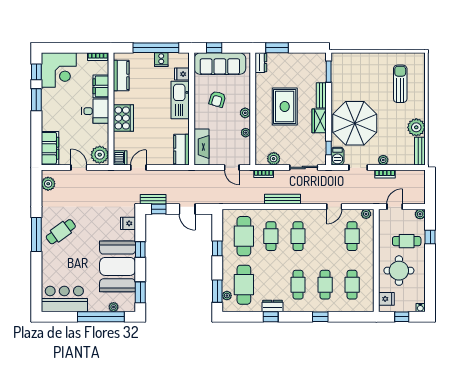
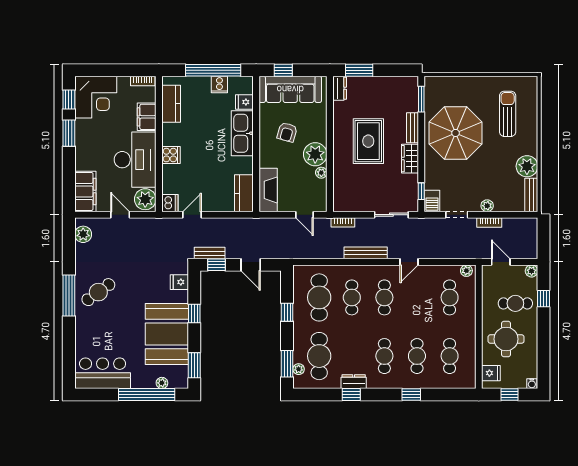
desk: (95, 111) -> (135, 160), width x1.87, depth x1.30
plant: (245, 113) -> (315, 154), width x1.87, depth x1.87
cooker: (123, 118) -> (171, 155), width x0.53, depth x0.76
parasol: (355, 123) -> (456, 133), moved
plant: (274, 159) -> (355, 204), removed
door: (334, 207) -> (409, 262), moved
door: (395, 207) -> (501, 262), hinge flipped

